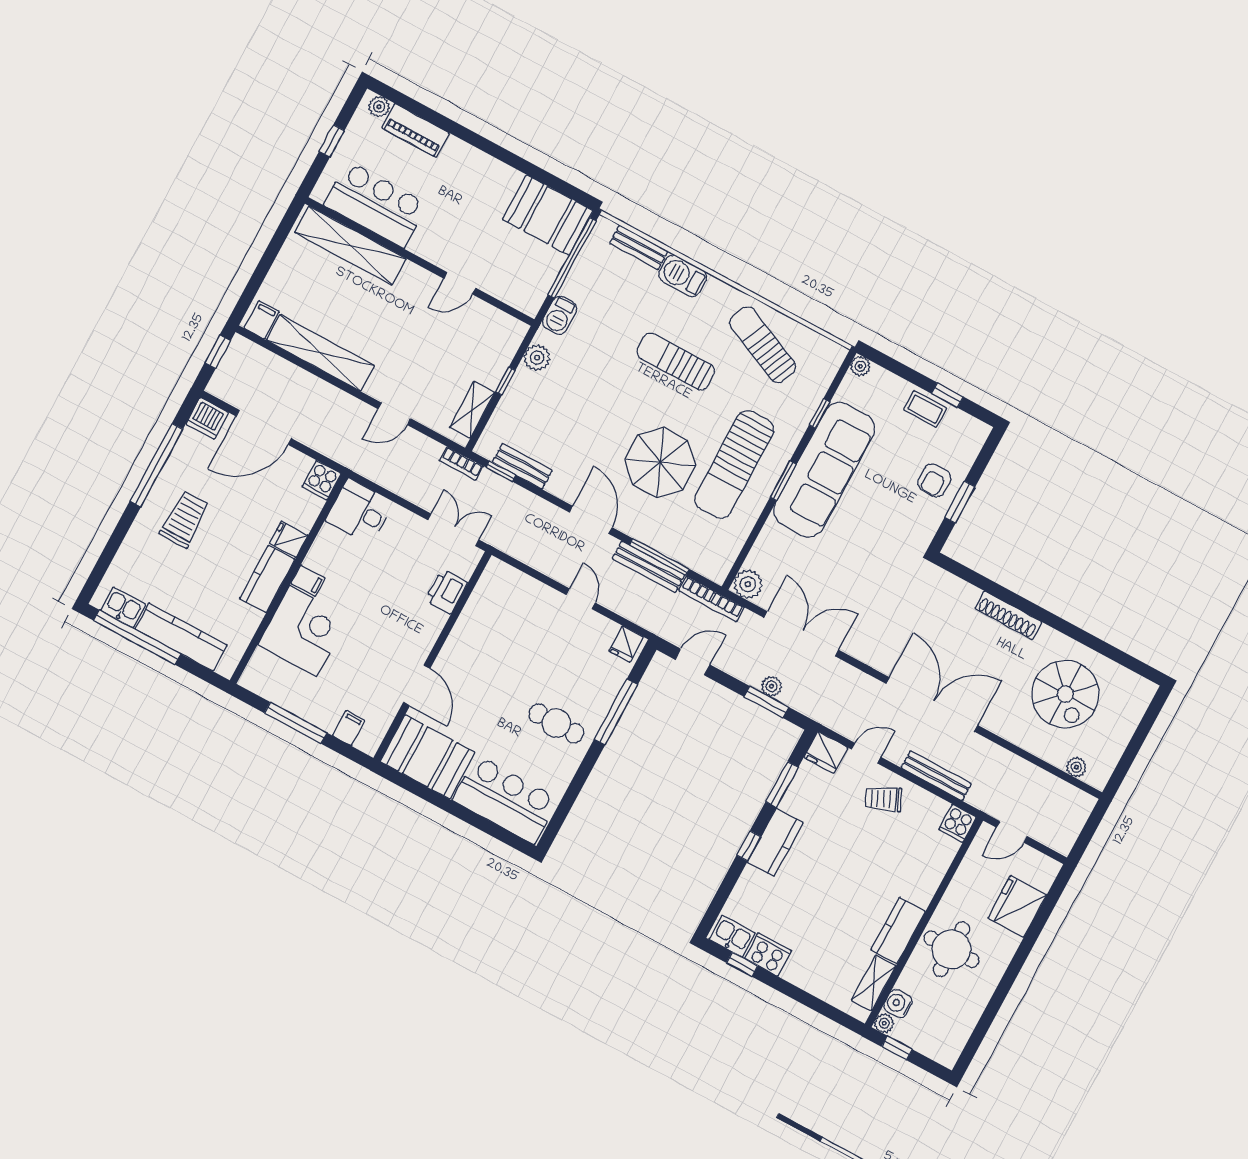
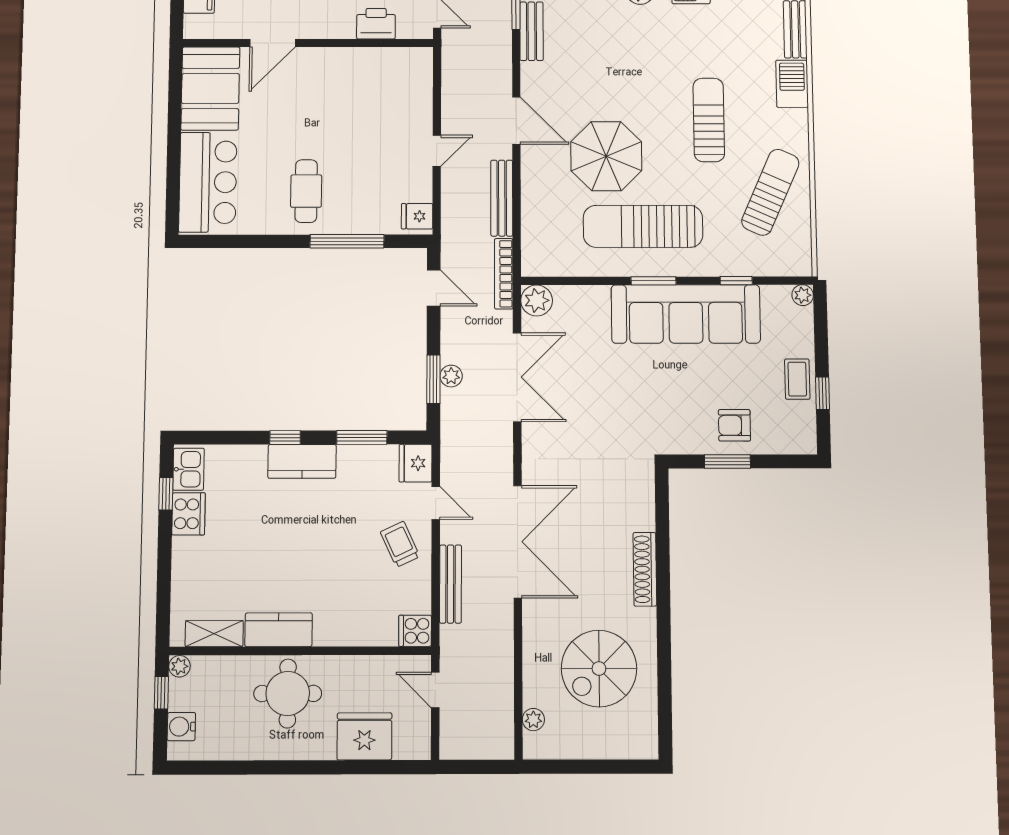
door: (591, 520) -> (516, 121), hinge flipped
window: (659, 557) -> (517, 203), removed
water cooler: (898, 1004) -> (181, 727), moved, turned -90

